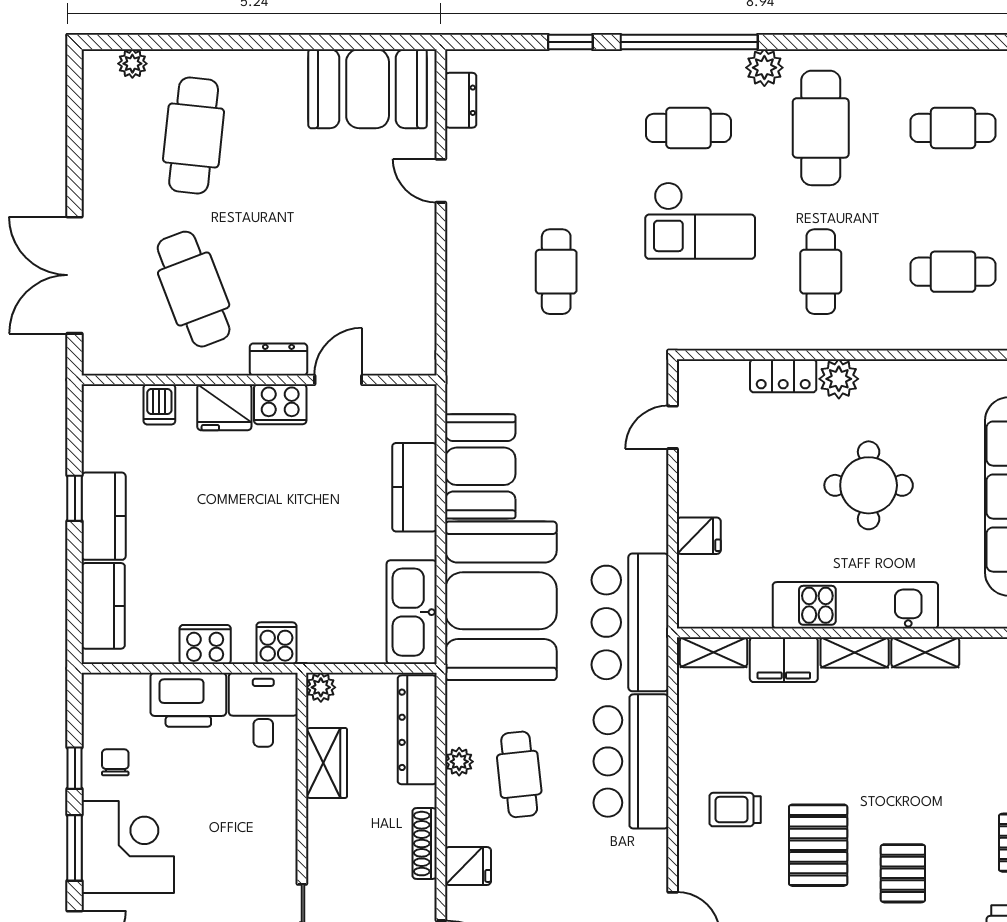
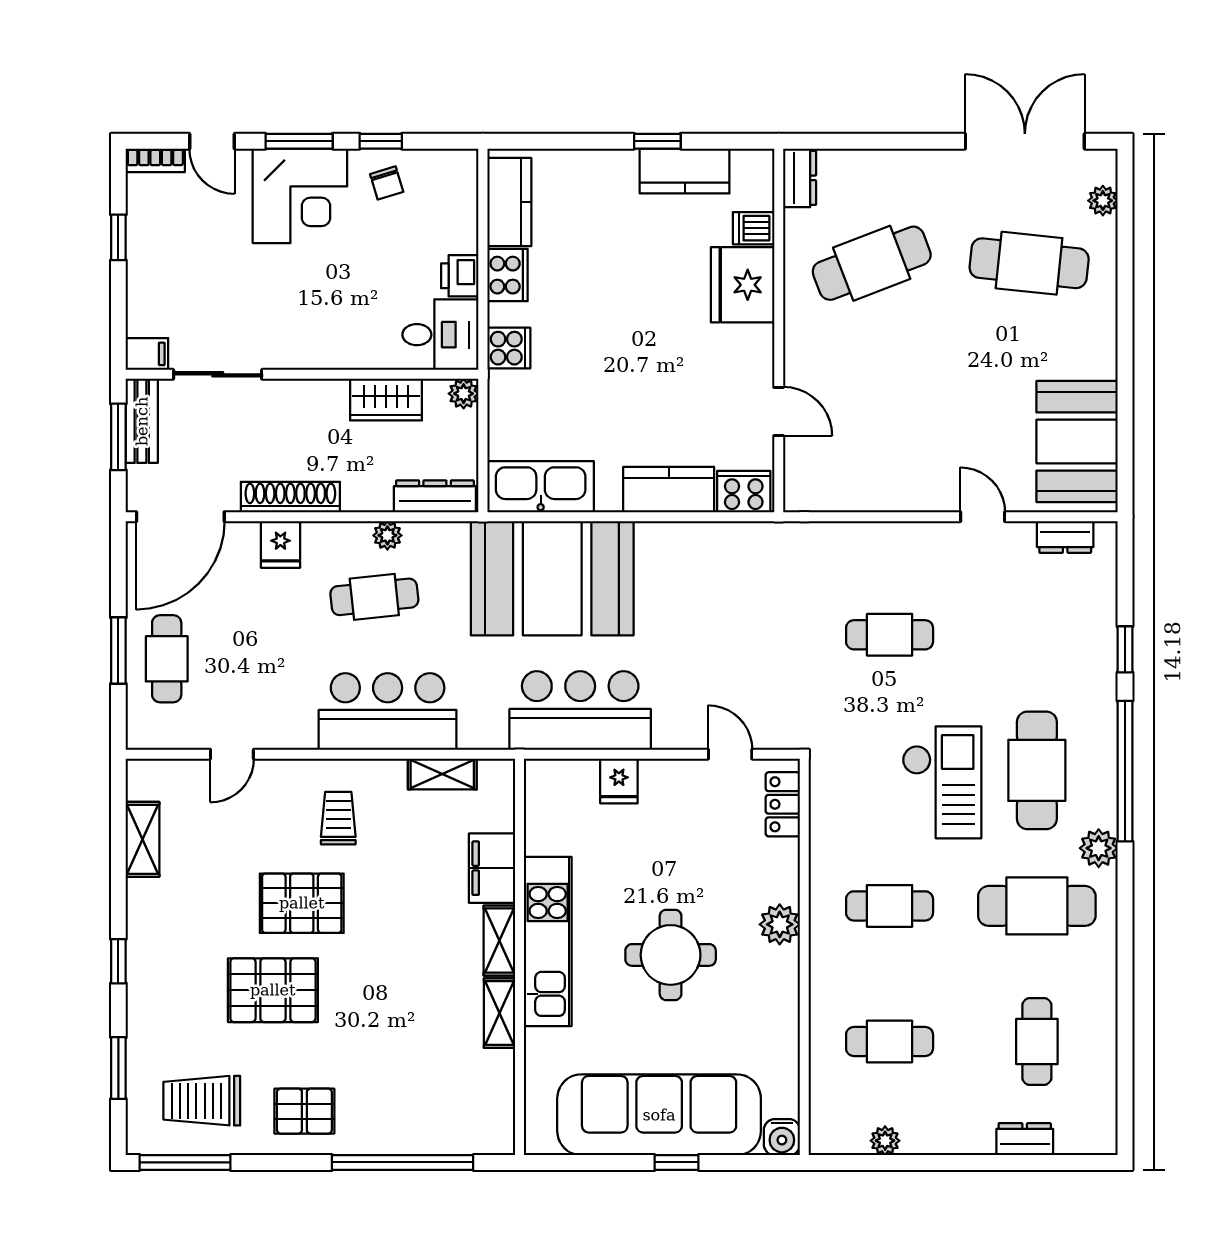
cafe table: (688, 128) -> (1037, 770), width x1.37, depth x1.35
door: (441, 181) -> (983, 517), hinge flipped
checkout: (700, 221) -> (942, 782), turned 180
cafe table: (953, 272) -> (890, 1042), turned 90
double door: (75, 275) -> (1025, 141), moved
dresser: (278, 359) -> (800, 178), moved
locker: (783, 376) -> (783, 804), moved
cooker: (280, 404) -> (744, 492), moved, turned 90
fridge: (224, 407) -> (743, 285), width x1.36, depth x1.34
booth: (480, 466) -> (690, 557), removed
kitchen counter: (104, 516) -> (685, 171), moved
kitchen counter: (103, 606) -> (509, 202), moved, turned -90
bar counter: (630, 622) -> (580, 710), moved
shelving: (714, 652) -> (442, 774), moved, turned 90
printer: (188, 700) -> (460, 276), width x0.53, depth x0.68
dresser: (417, 730) -> (435, 496), width x0.73, depth x0.80
chair: (115, 762) -> (387, 183), turned 73
shoe rack: (425, 844) -> (290, 497), width x1.36, depth x1.24
pallet: (903, 873) -> (273, 990), width x1.50, depth x1.42

